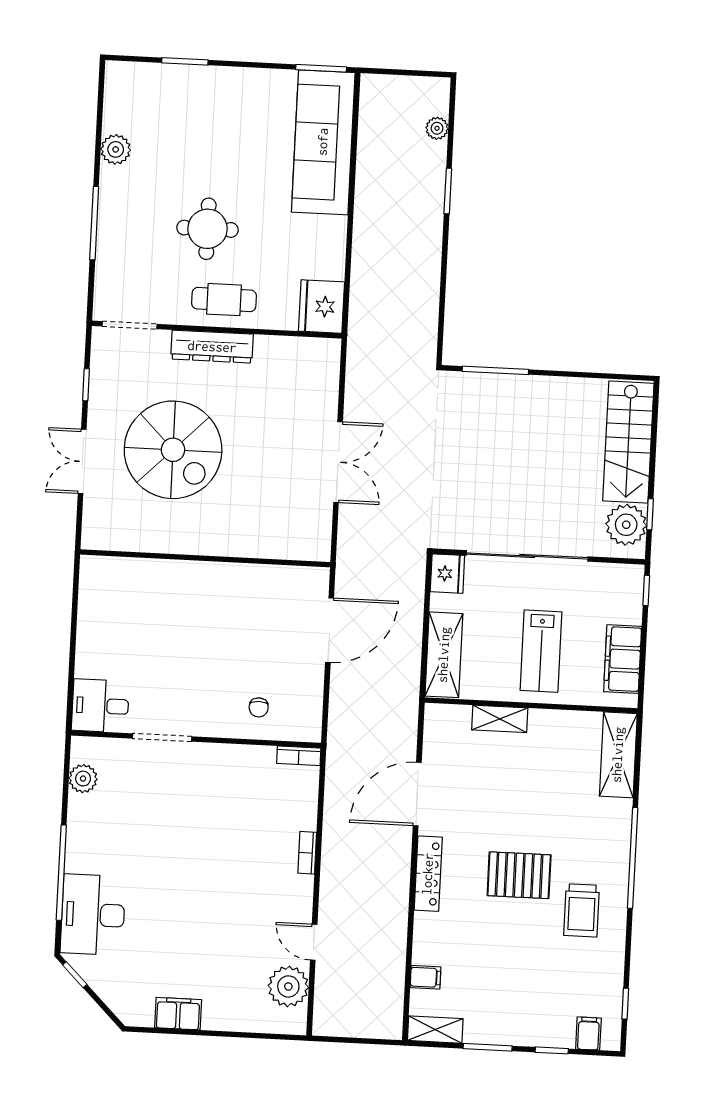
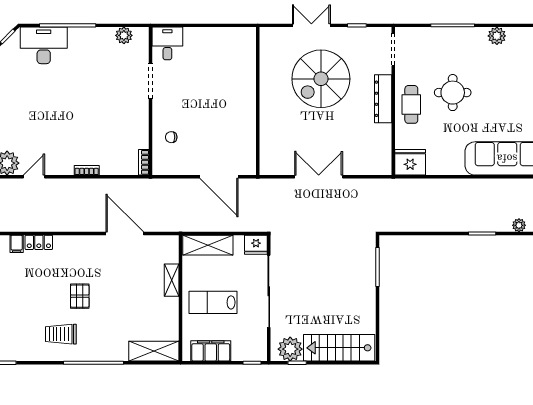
double door: (338, 462) -> (319, 177), swing flipped
locker: (428, 874) -> (39, 242), moved, width x0.66
pallet: (519, 875) -> (80, 296), width x0.67, depth x0.71

